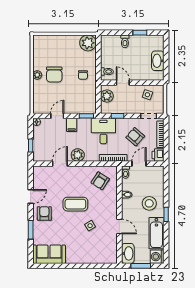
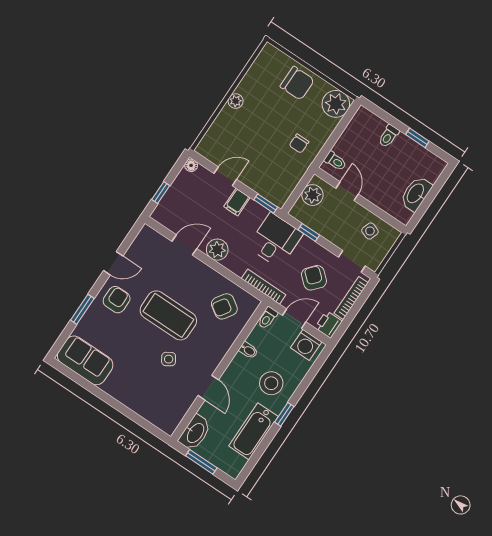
chair: (54, 75) -> (297, 83), moved, turned -90
coffee table: (75, 204) -> (168, 315), width x1.36, depth x1.32
washing machine: (157, 257) -> (306, 345), moved, turned -90

